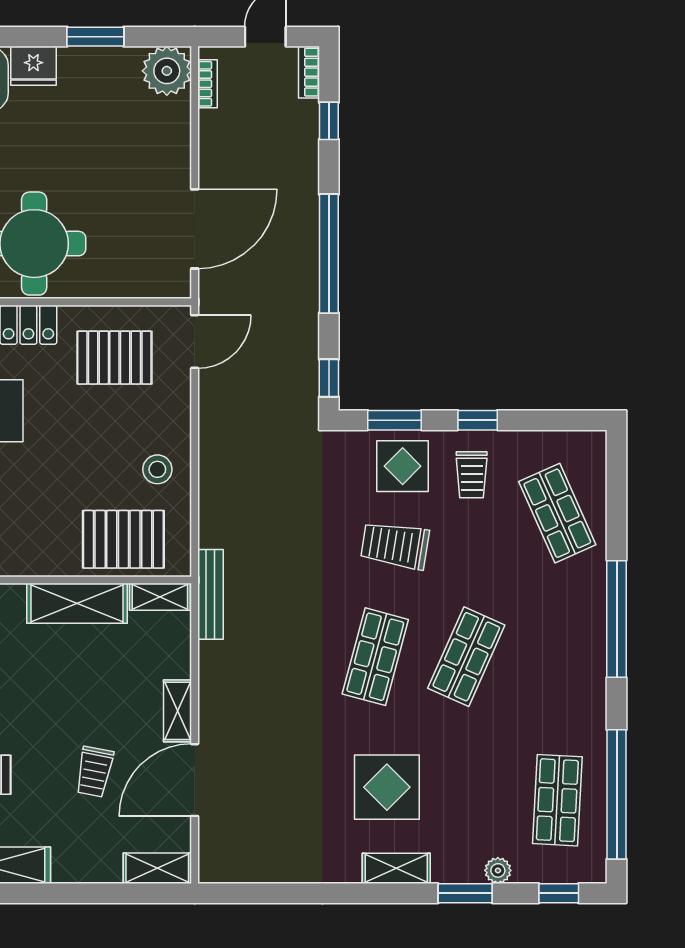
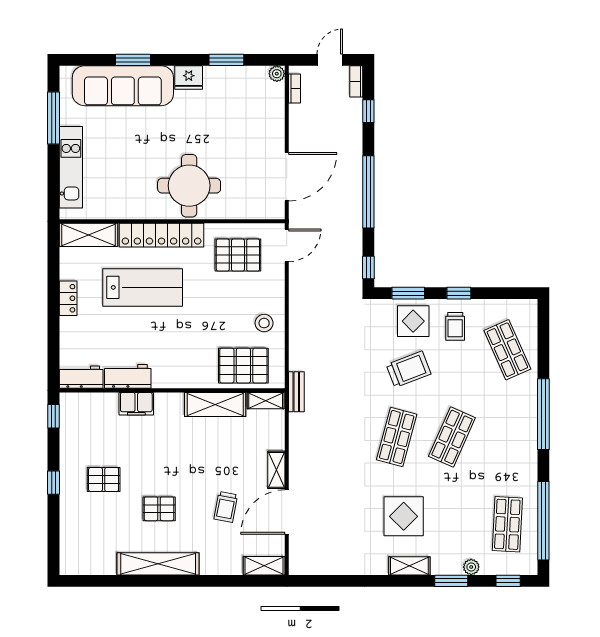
plant: (167, 71) -> (277, 74), width x0.53, depth x0.53
trolley: (395, 545) -> (409, 369), turned 150
bench: (210, 594) -> (296, 392), width x0.73

